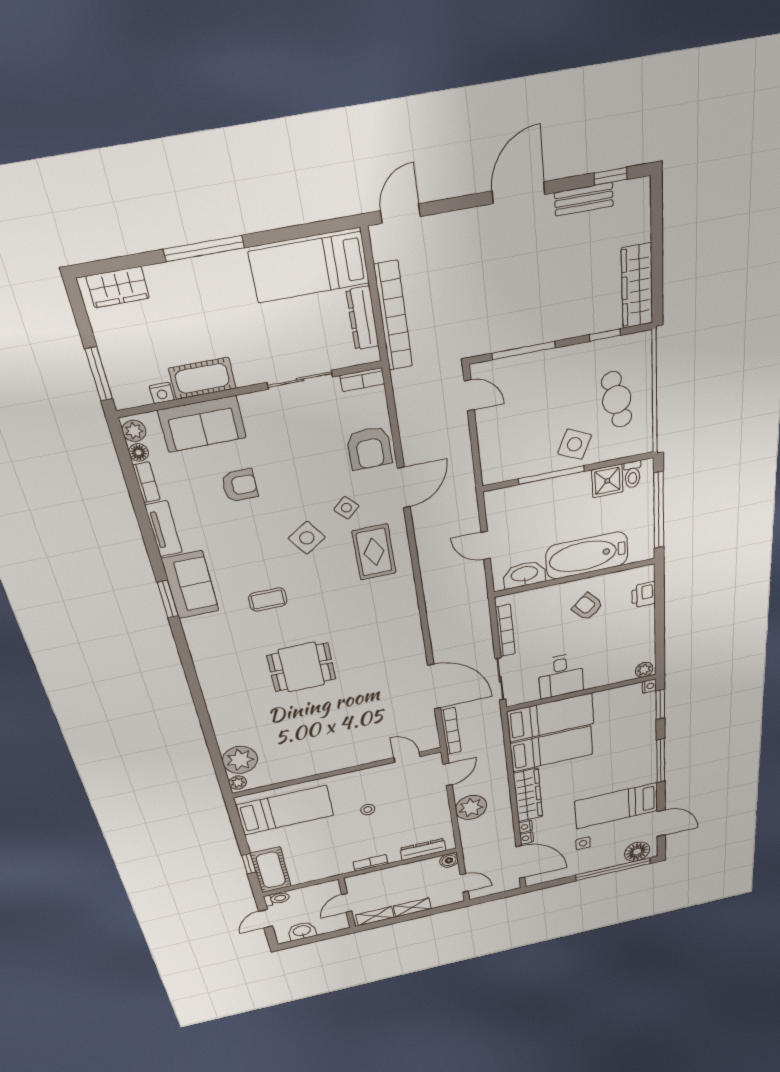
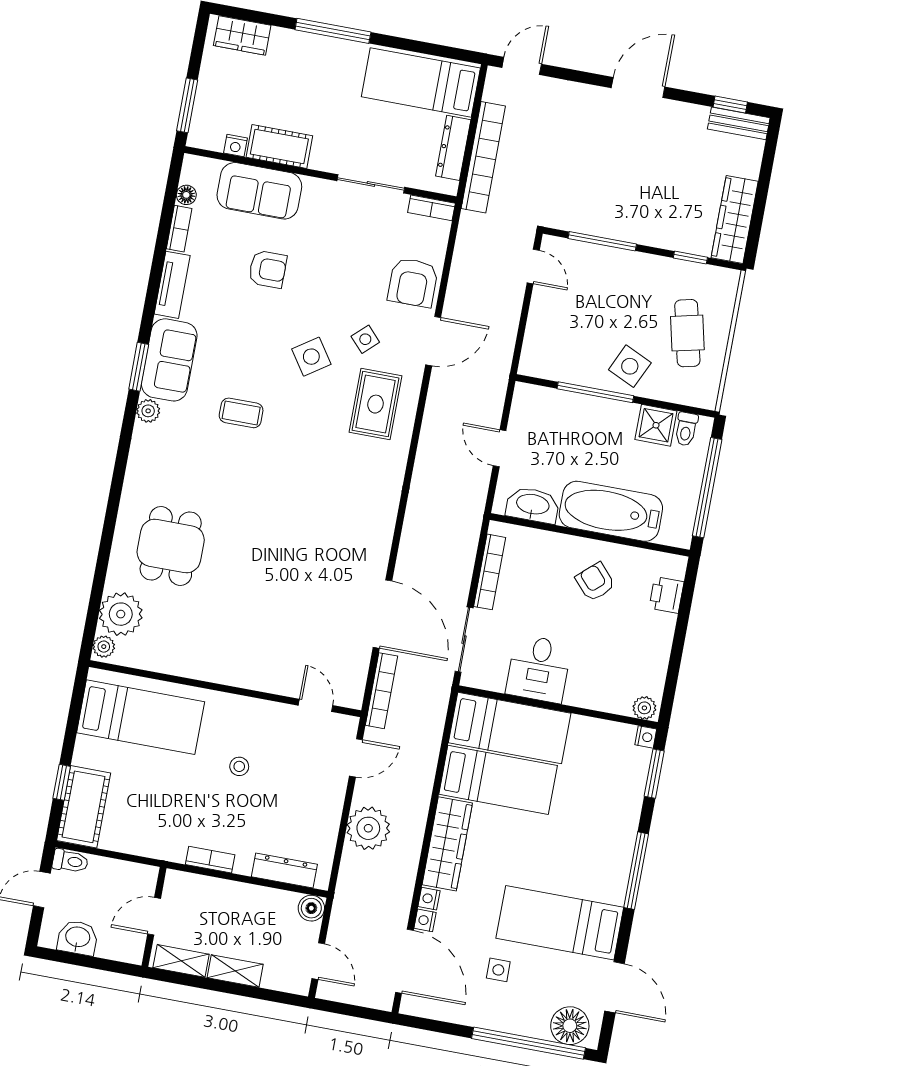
bench: (584, 199) -> (739, 123), moved
plant: (134, 431) -> (148, 411), moved
dining table: (302, 667) -> (171, 546), moved, turned 90

